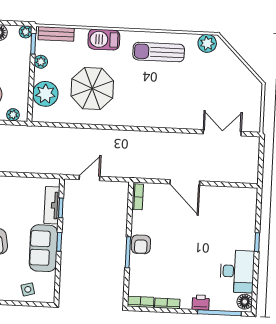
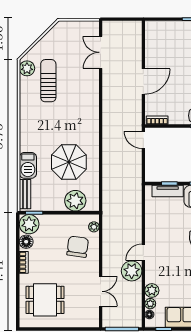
plant: (26, 32) -> (29, 224), width x1.87, depth x1.87
barbecue: (104, 40) -> (28, 165), moved
sun lounger: (159, 52) -> (48, 81), moved, turned 180
plant: (41, 62) -> (49, 206), removed
door: (89, 178) -> (143, 140), moved

